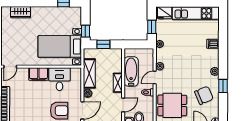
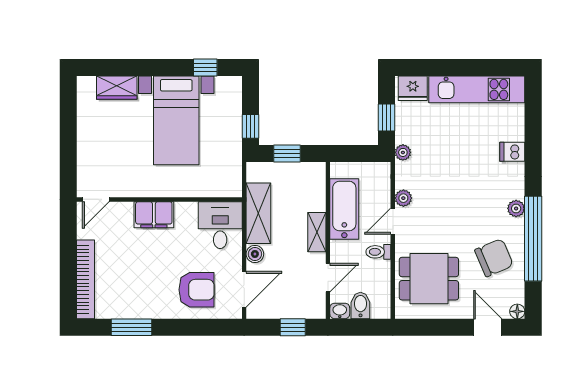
bed with nightstands: (60, 46) -> (176, 120), moved, turned -90
desk: (59, 79) -> (220, 225), moved
window: (223, 86) -> (533, 239), width x3.17

